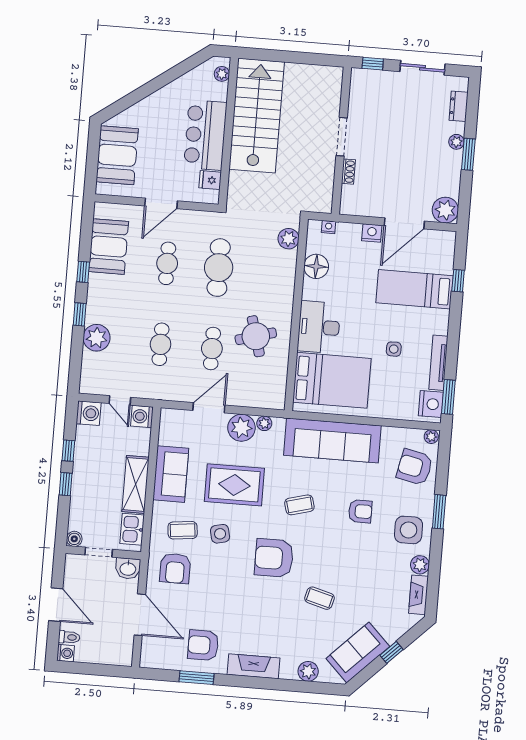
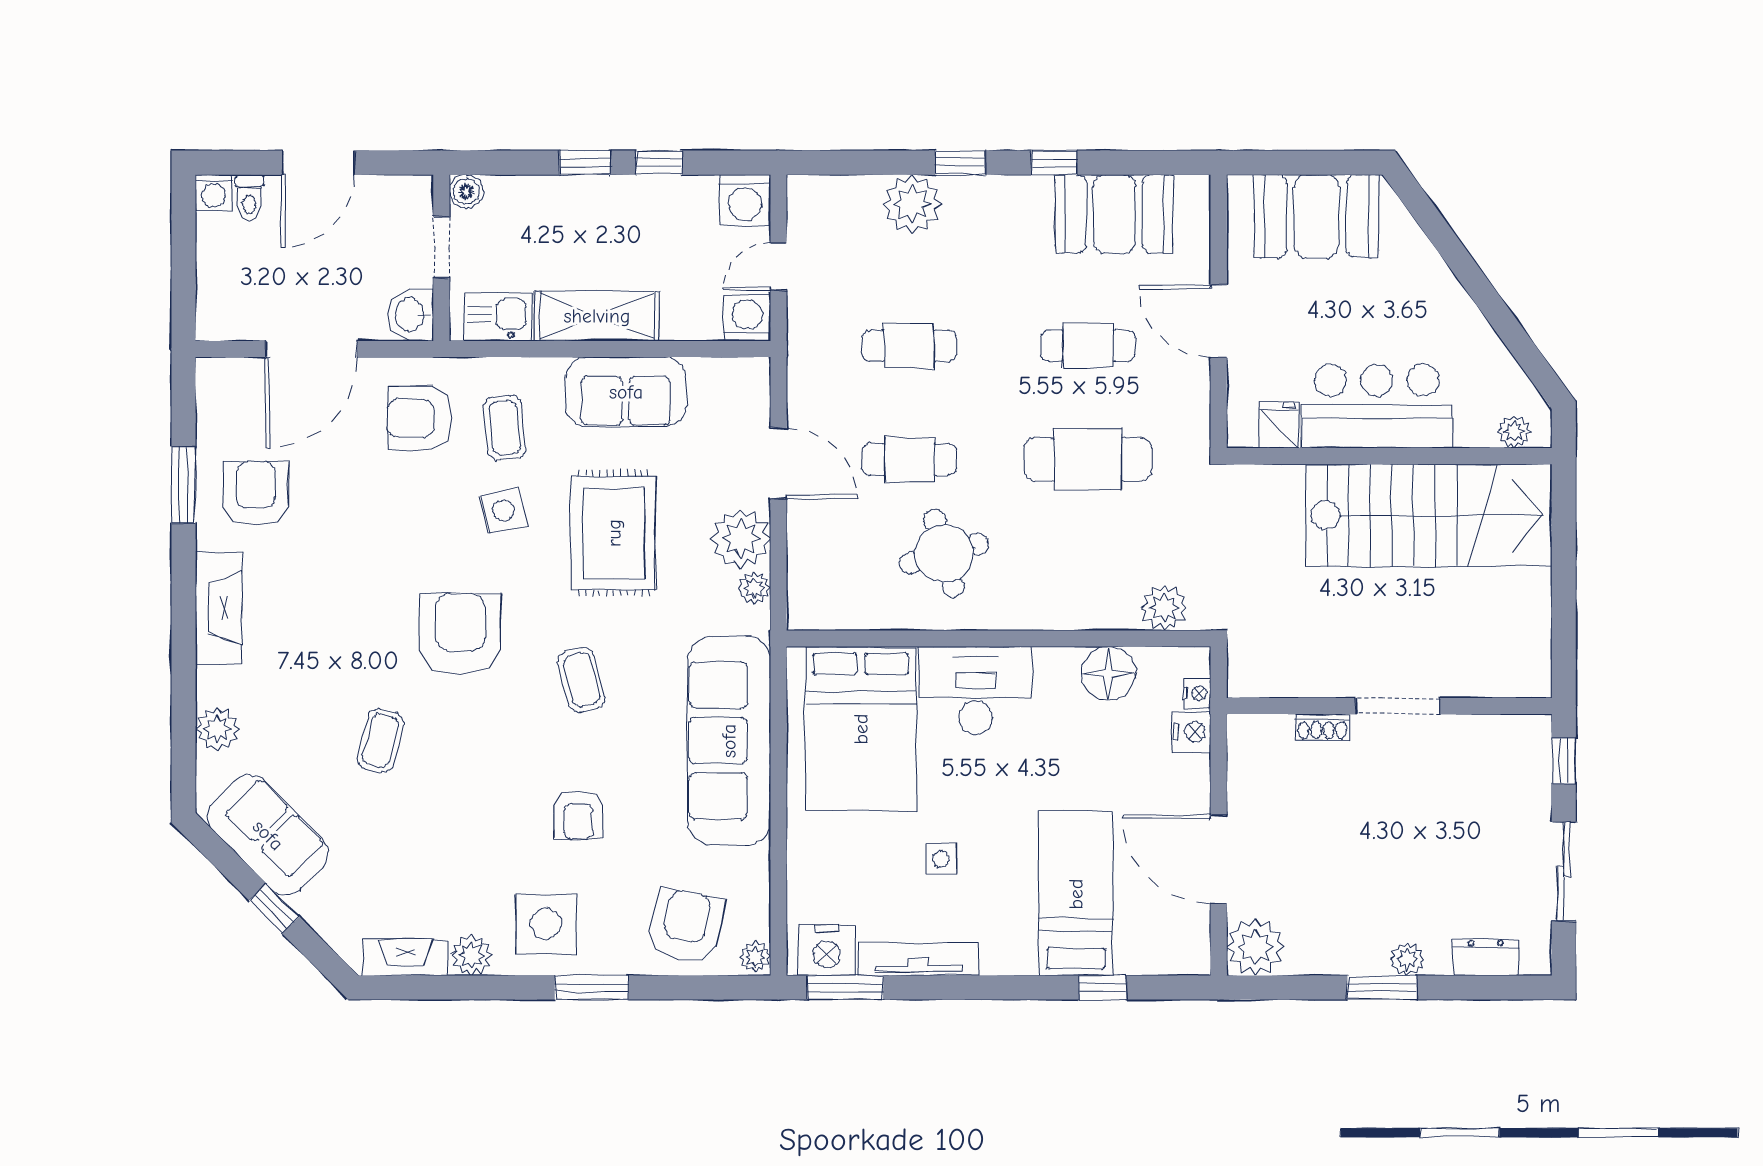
nightstand: (372, 233) -> (1192, 732), moved

